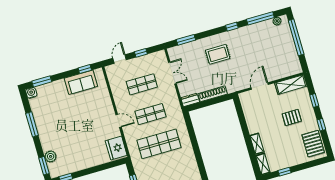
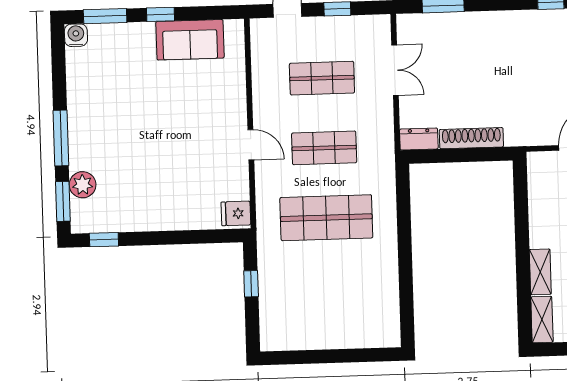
rug: (218, 54) -> (504, 55), removed
window: (85, 69) -> (160, 14), moved
window: (32, 124) -> (61, 138), moved
fridge: (116, 148) -> (236, 213), width x0.53, depth x0.75

